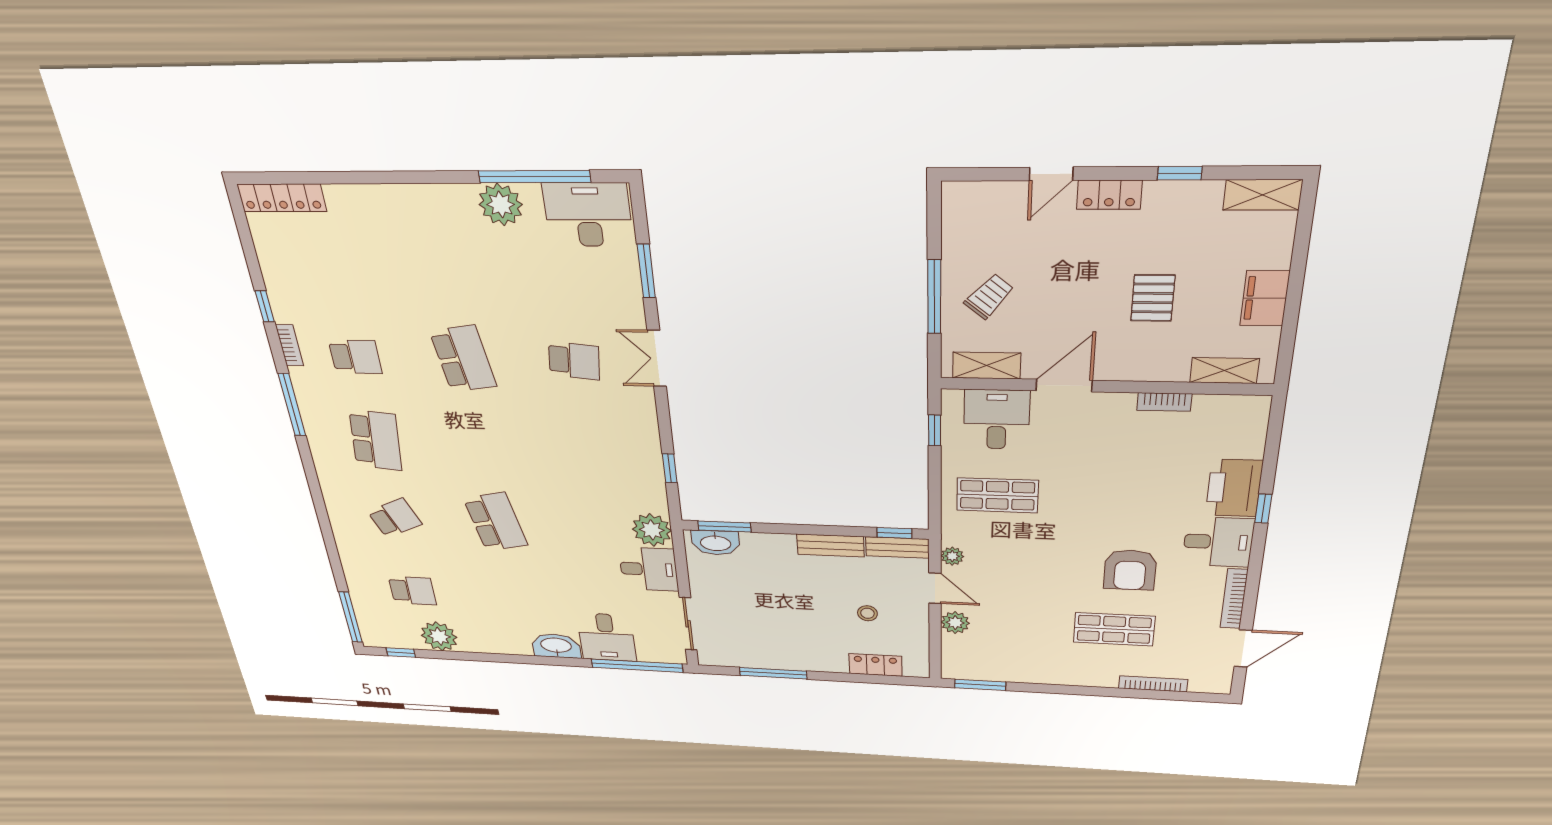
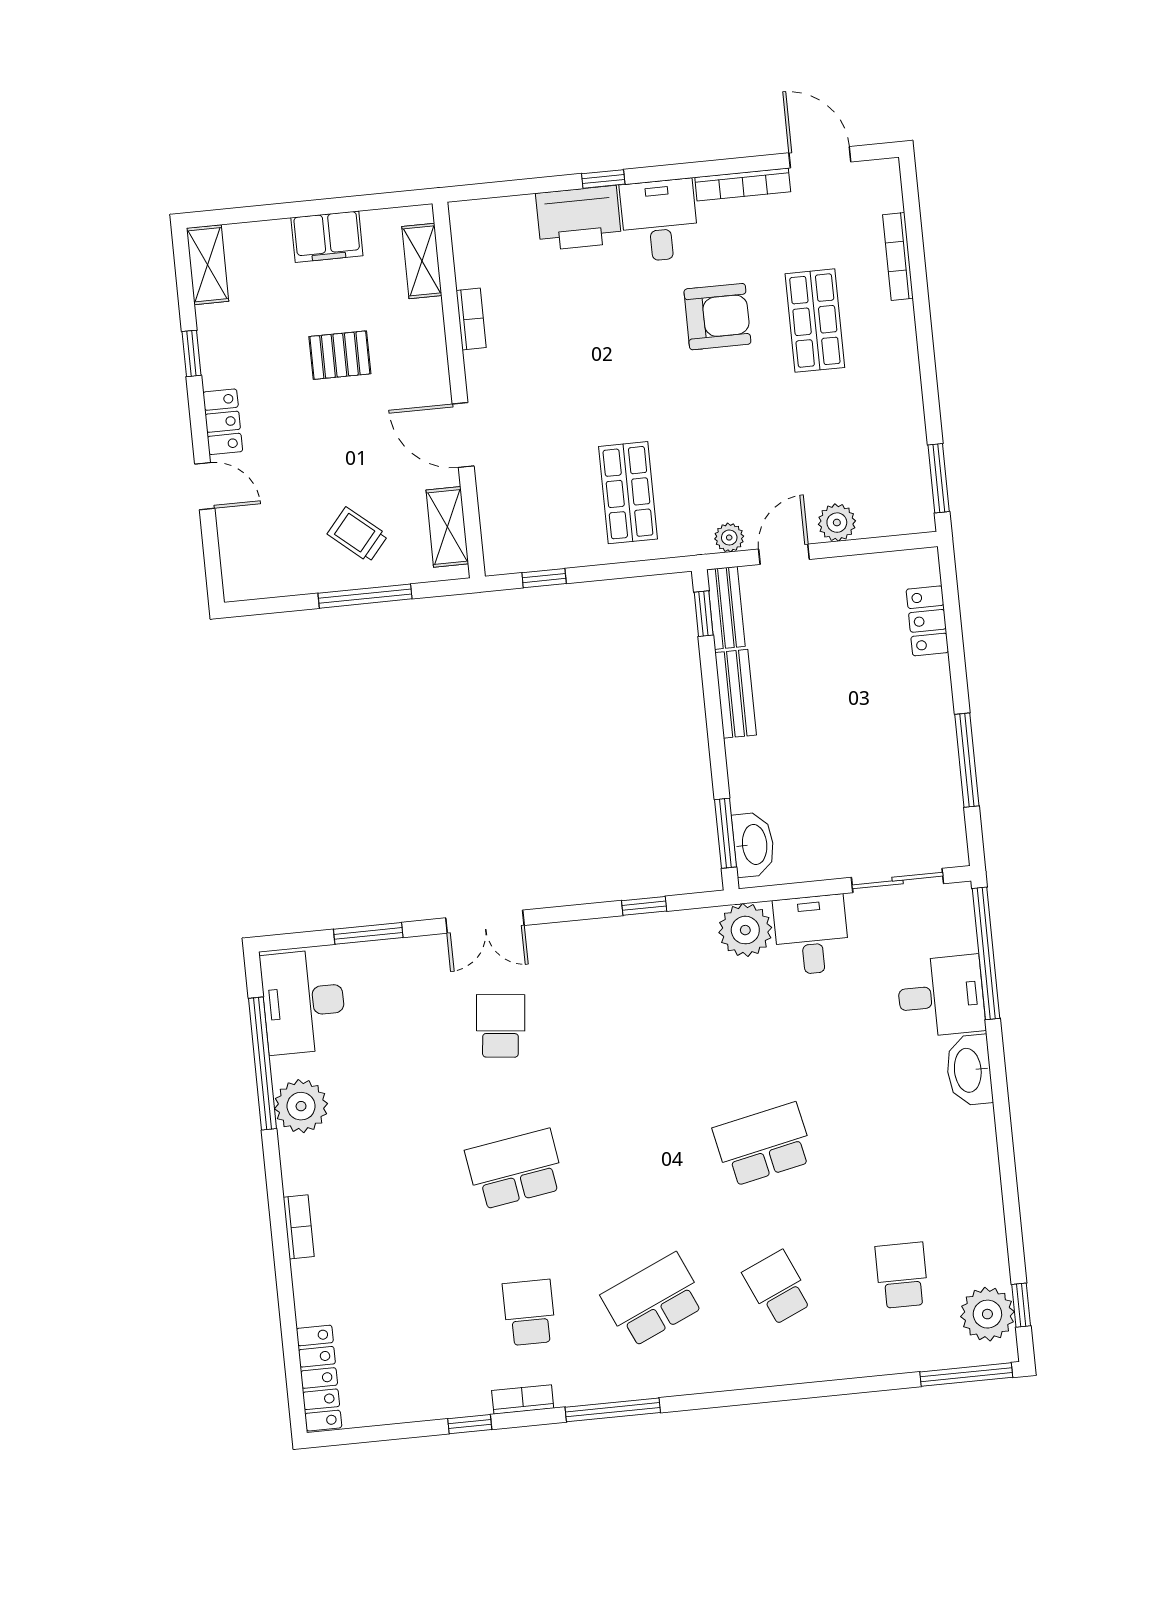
bookcase: (401, 193) -> (299, 1227), added
desk: (997, 419) -> (519, 507), removed
school desk: (376, 440) -> (653, 1300), turned -30
stool: (867, 613) -> (840, 638), removed
plant: (439, 636) -> (987, 1314), moved

